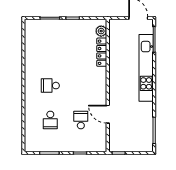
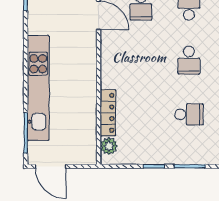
school desk: (50, 51) -> (189, 114), added
school desk: (50, 86) -> (189, 60), turned 90

